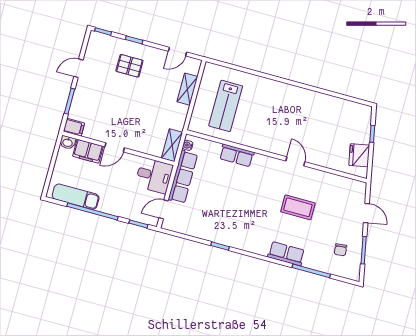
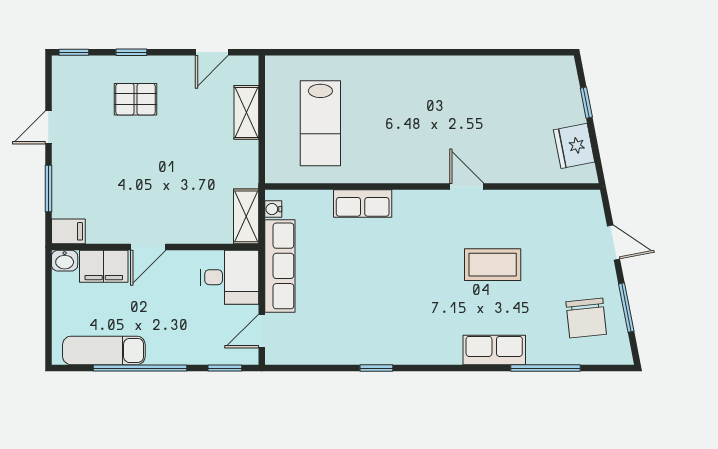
chair: (341, 250) -> (586, 318), width x1.87, depth x1.87

